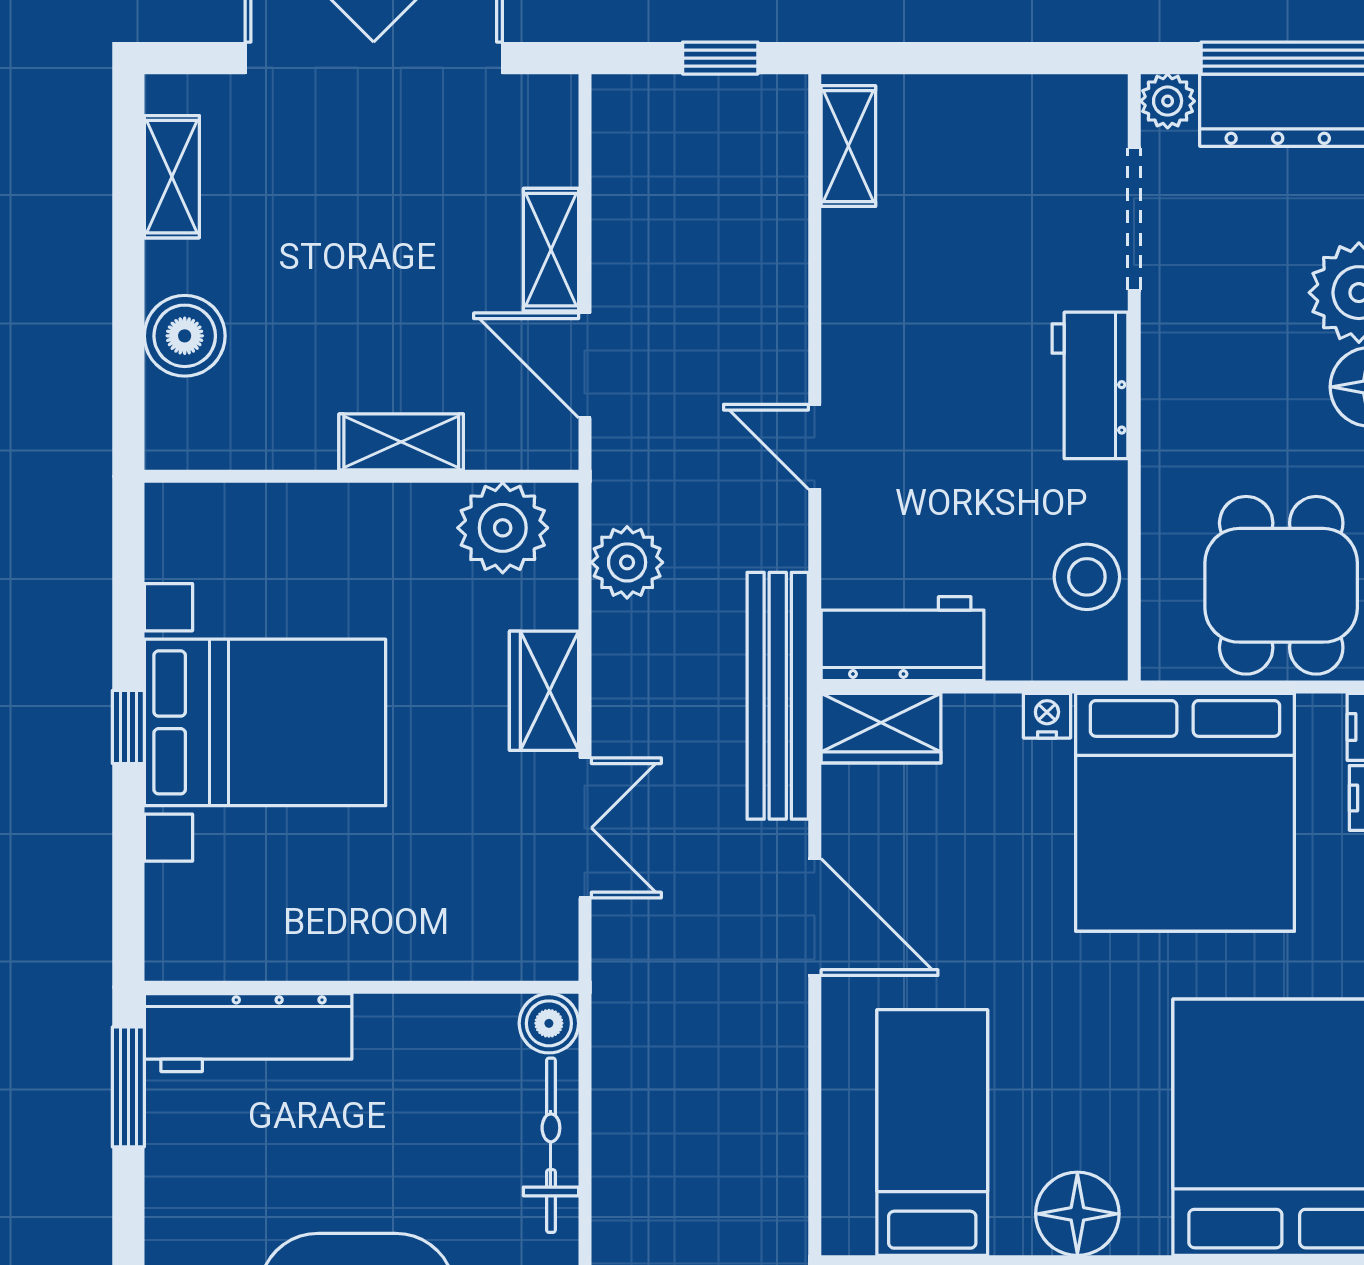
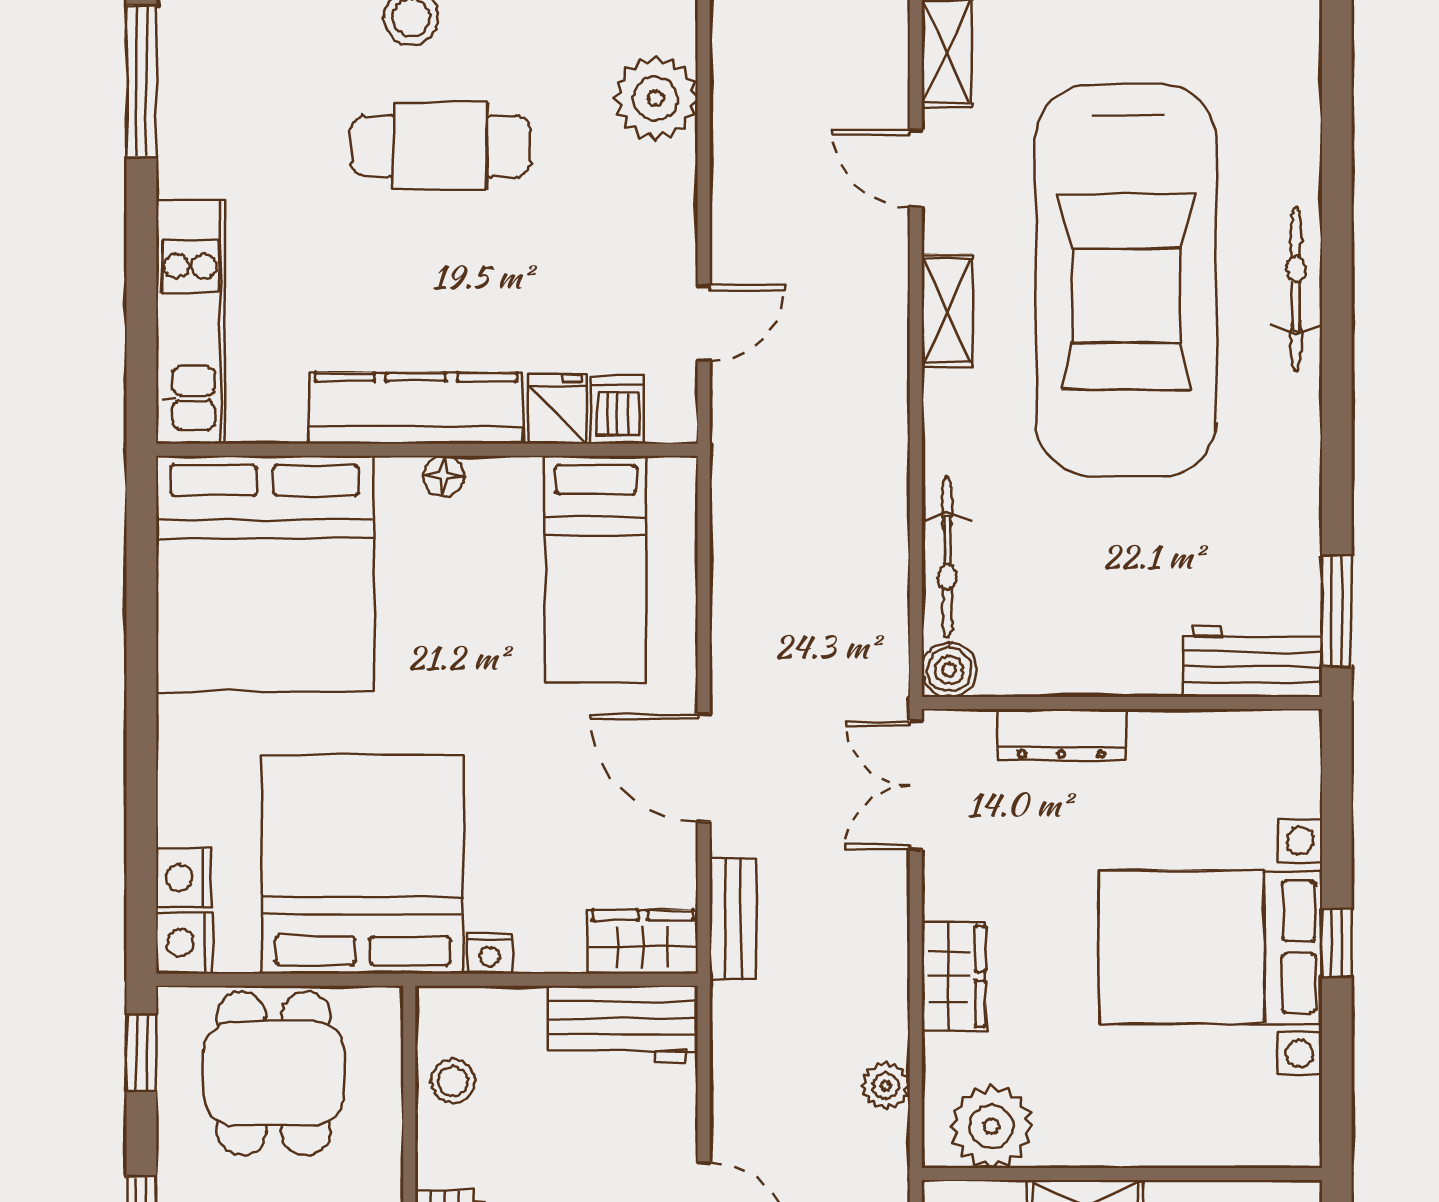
plant: (627, 562) -> (886, 1086), width x0.73, depth x0.73
stool: (1087, 577) -> (453, 1081), width x0.73, depth x0.73
bench: (778, 696) -> (733, 919), width x0.54, depth x0.82
double door: (585, 828) -> (916, 785), moved
dresser: (427, 953) -> (1061, 734), added
workbench: (248, 1033) -> (1252, 661), width x0.73
floor lamp: (1077, 1214) -> (444, 476), width x0.53, depth x0.53

